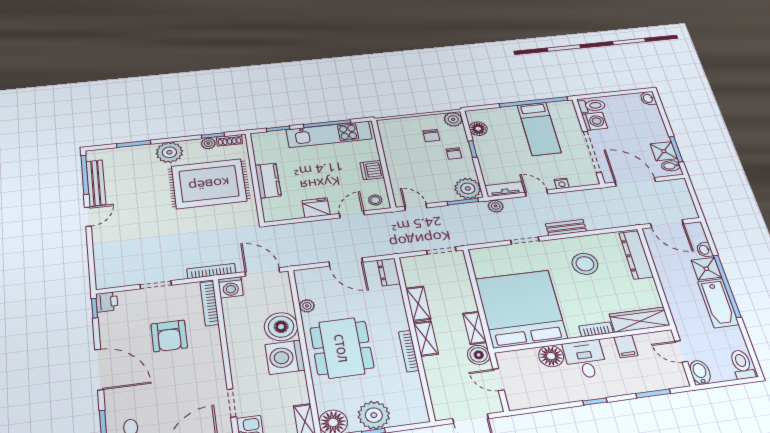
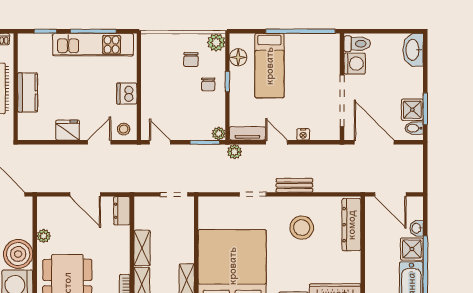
washbasin: (648, 98) -> (413, 50), width x1.91, depth x1.45
bed: (539, 129) -> (269, 66), moved
plant: (468, 188) -> (219, 134), width x0.53, depth x0.53

